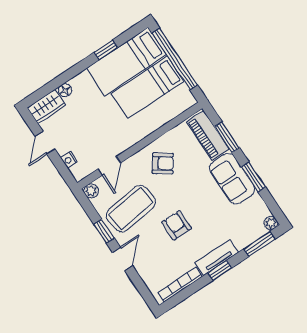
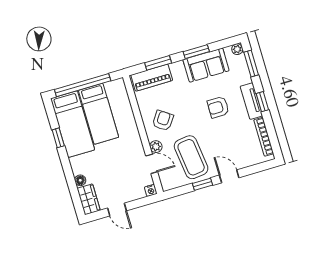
nightstand: (69, 160) -> (151, 190), moved
sofa: (232, 179) -> (206, 65), moved
plant: (91, 191) -> (156, 147), moved
armchair: (177, 225) -> (218, 107), moved

